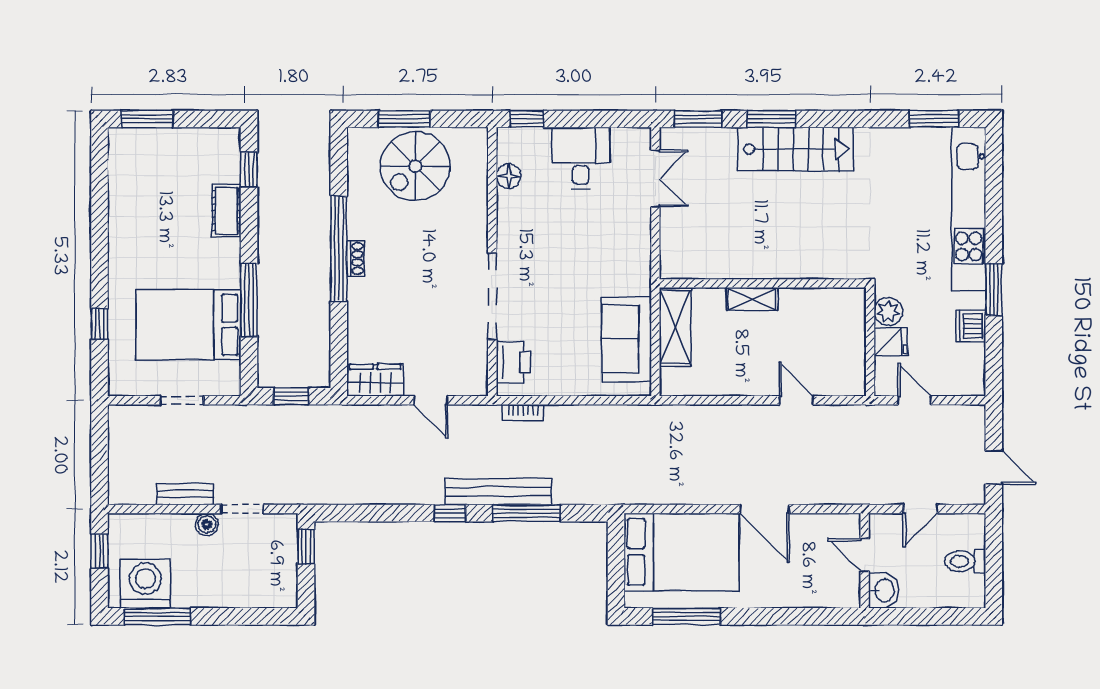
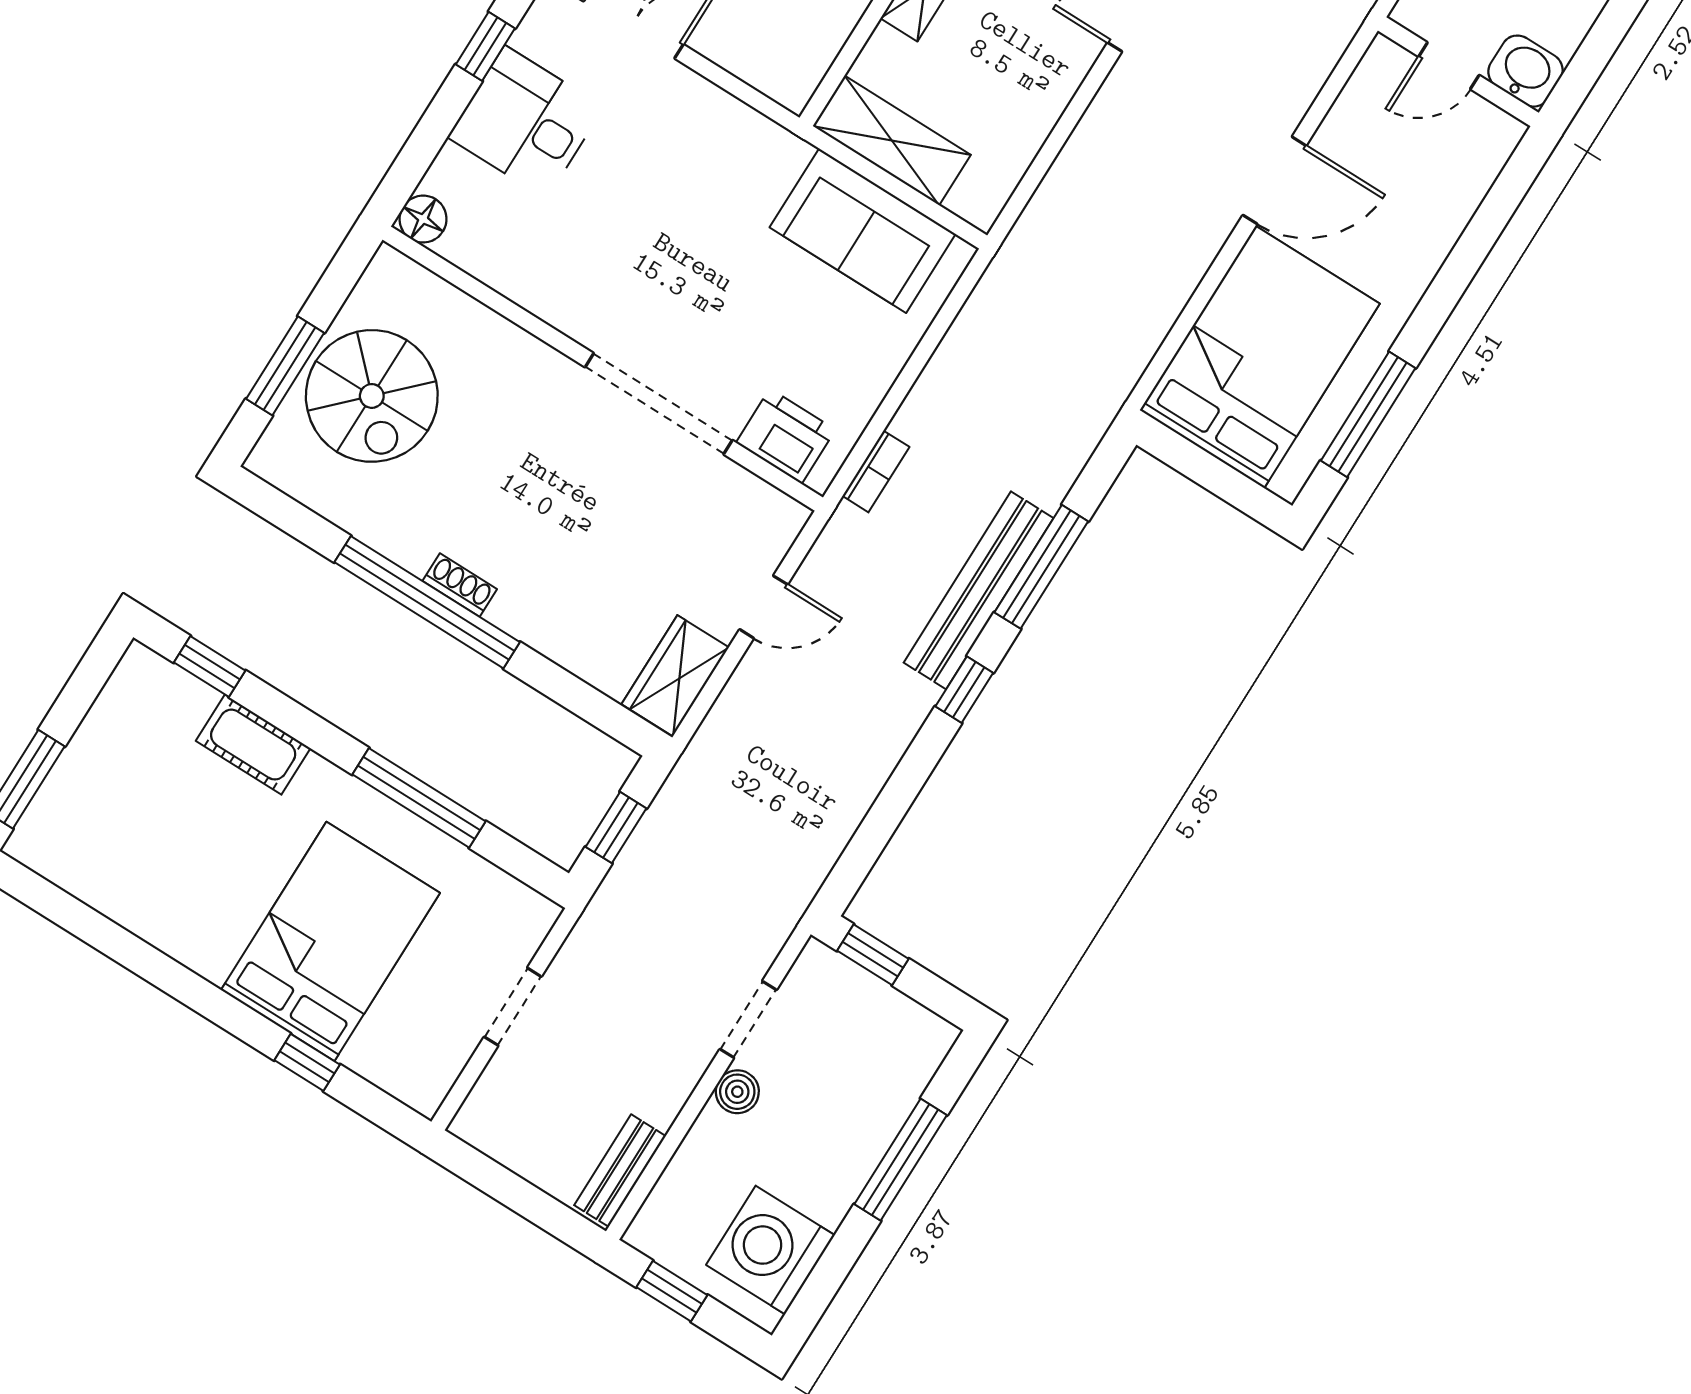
window: (527, 119) -> (485, 46), moved
floor lamp: (509, 176) -> (423, 219), moved
bed: (188, 325) -> (330, 941), moved, turned 180
bench: (185, 494) -> (620, 1171), moved
window: (158, 616) -> (901, 1160), moved

